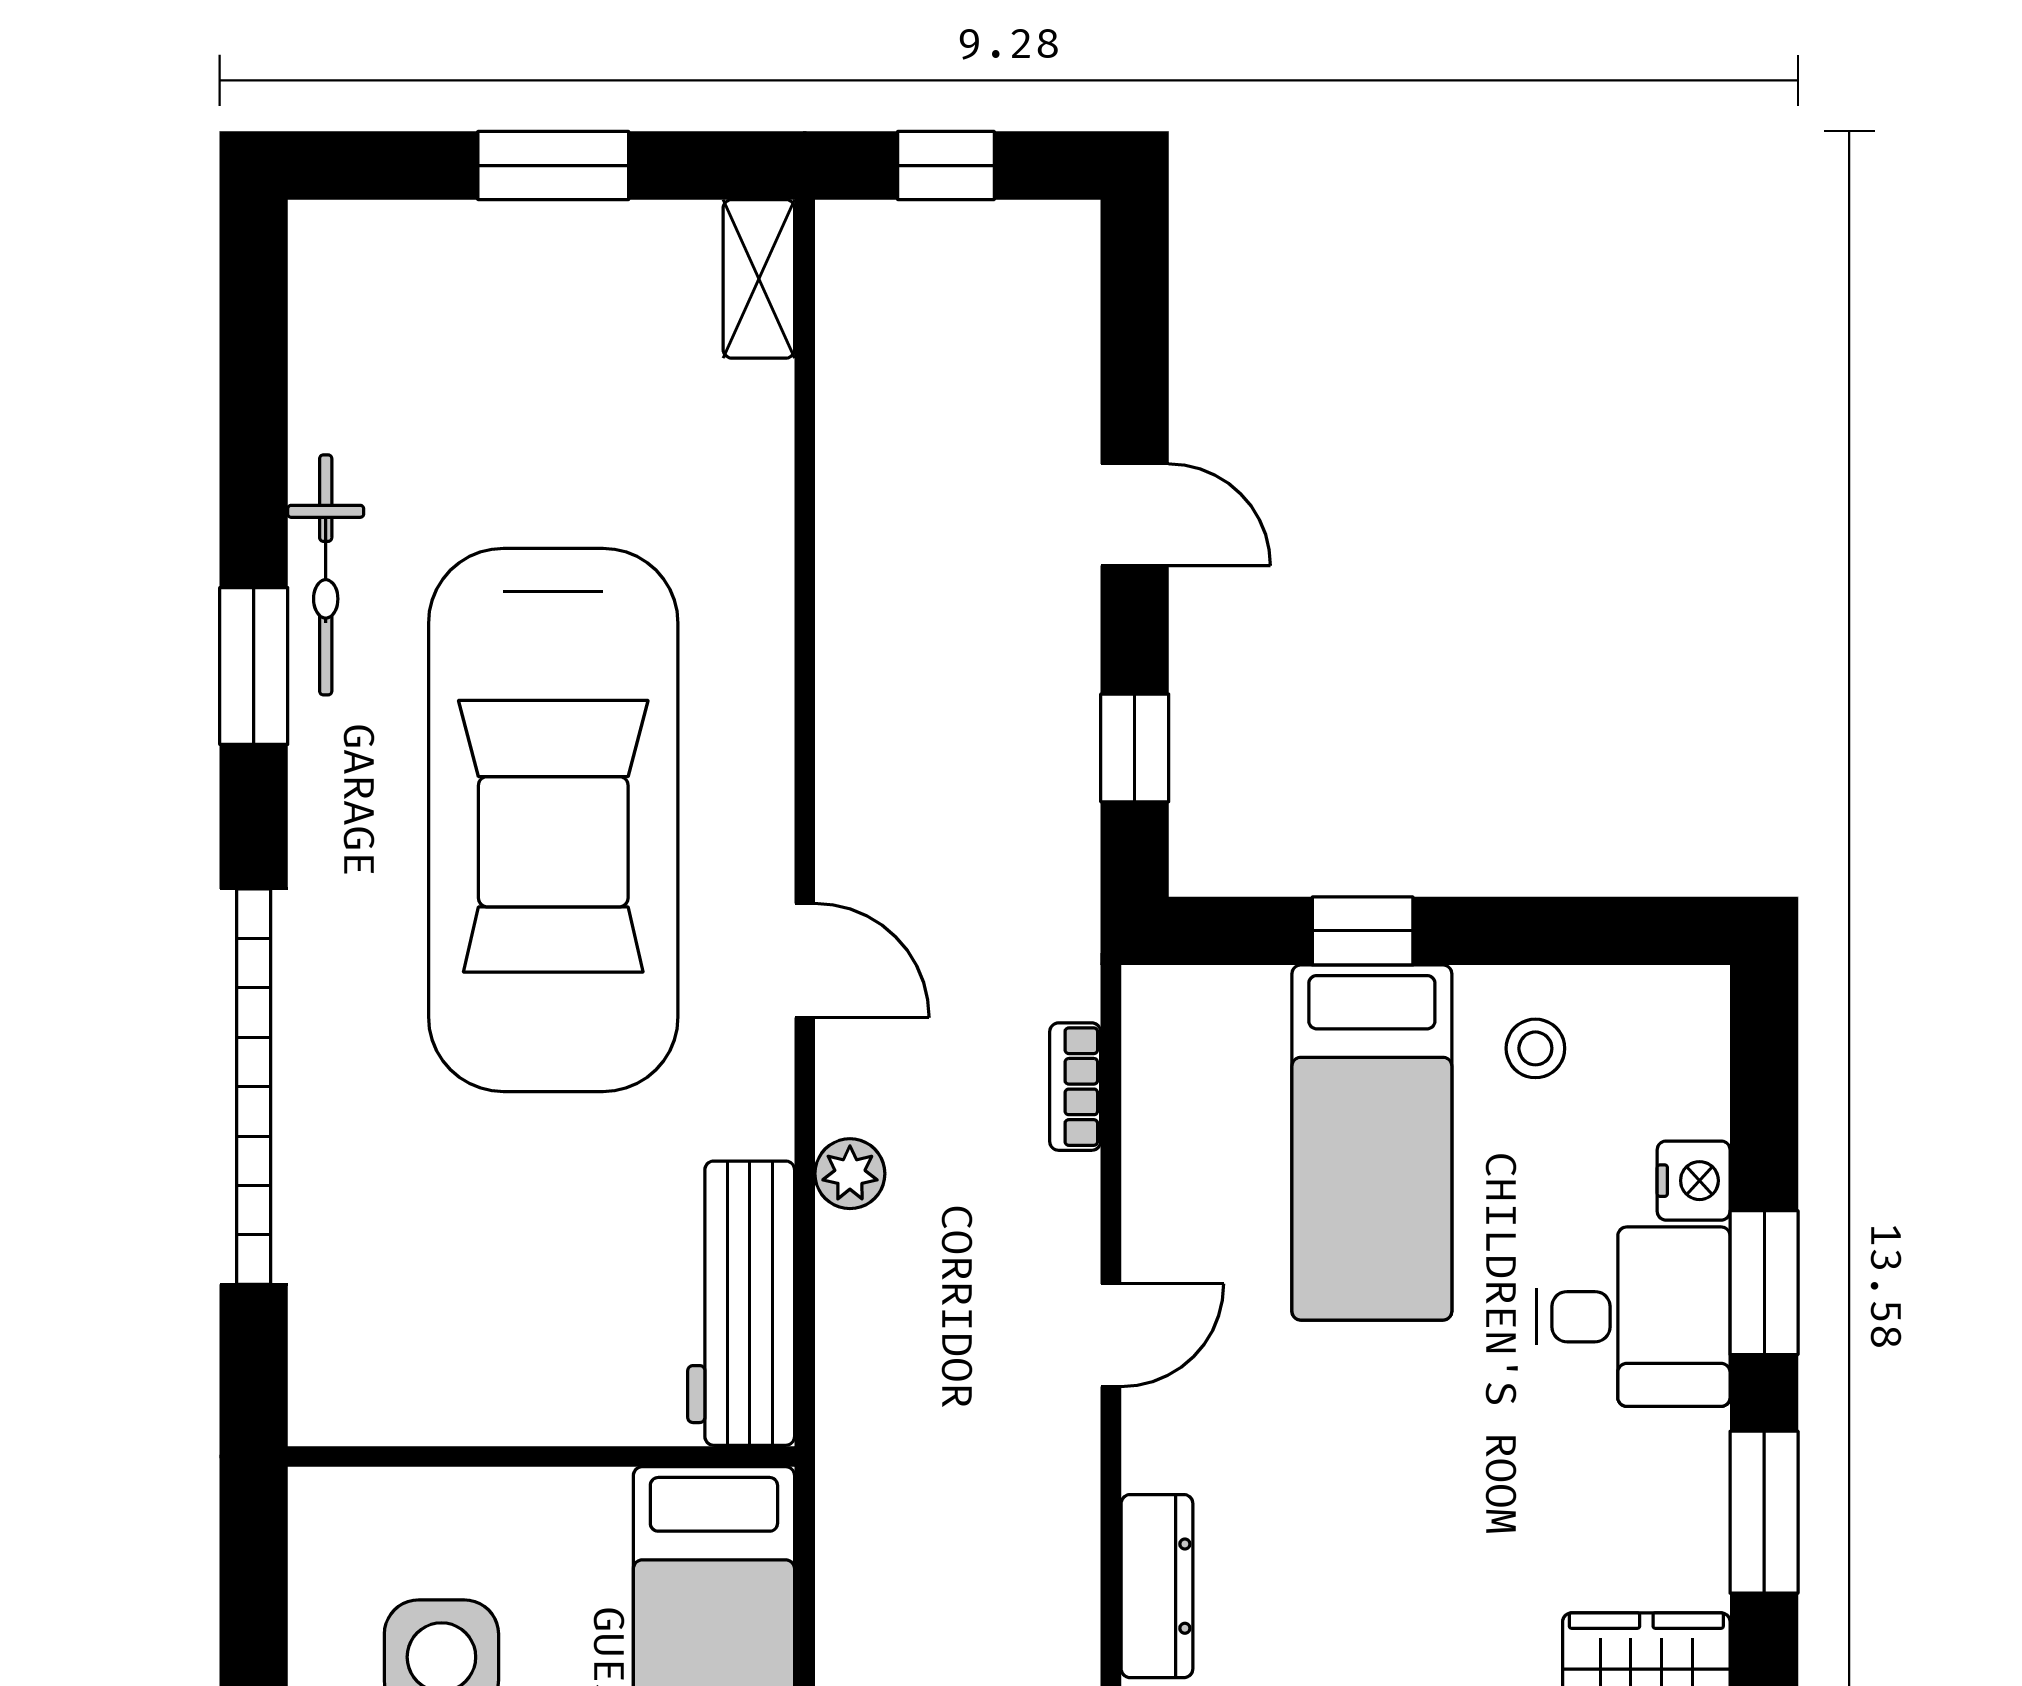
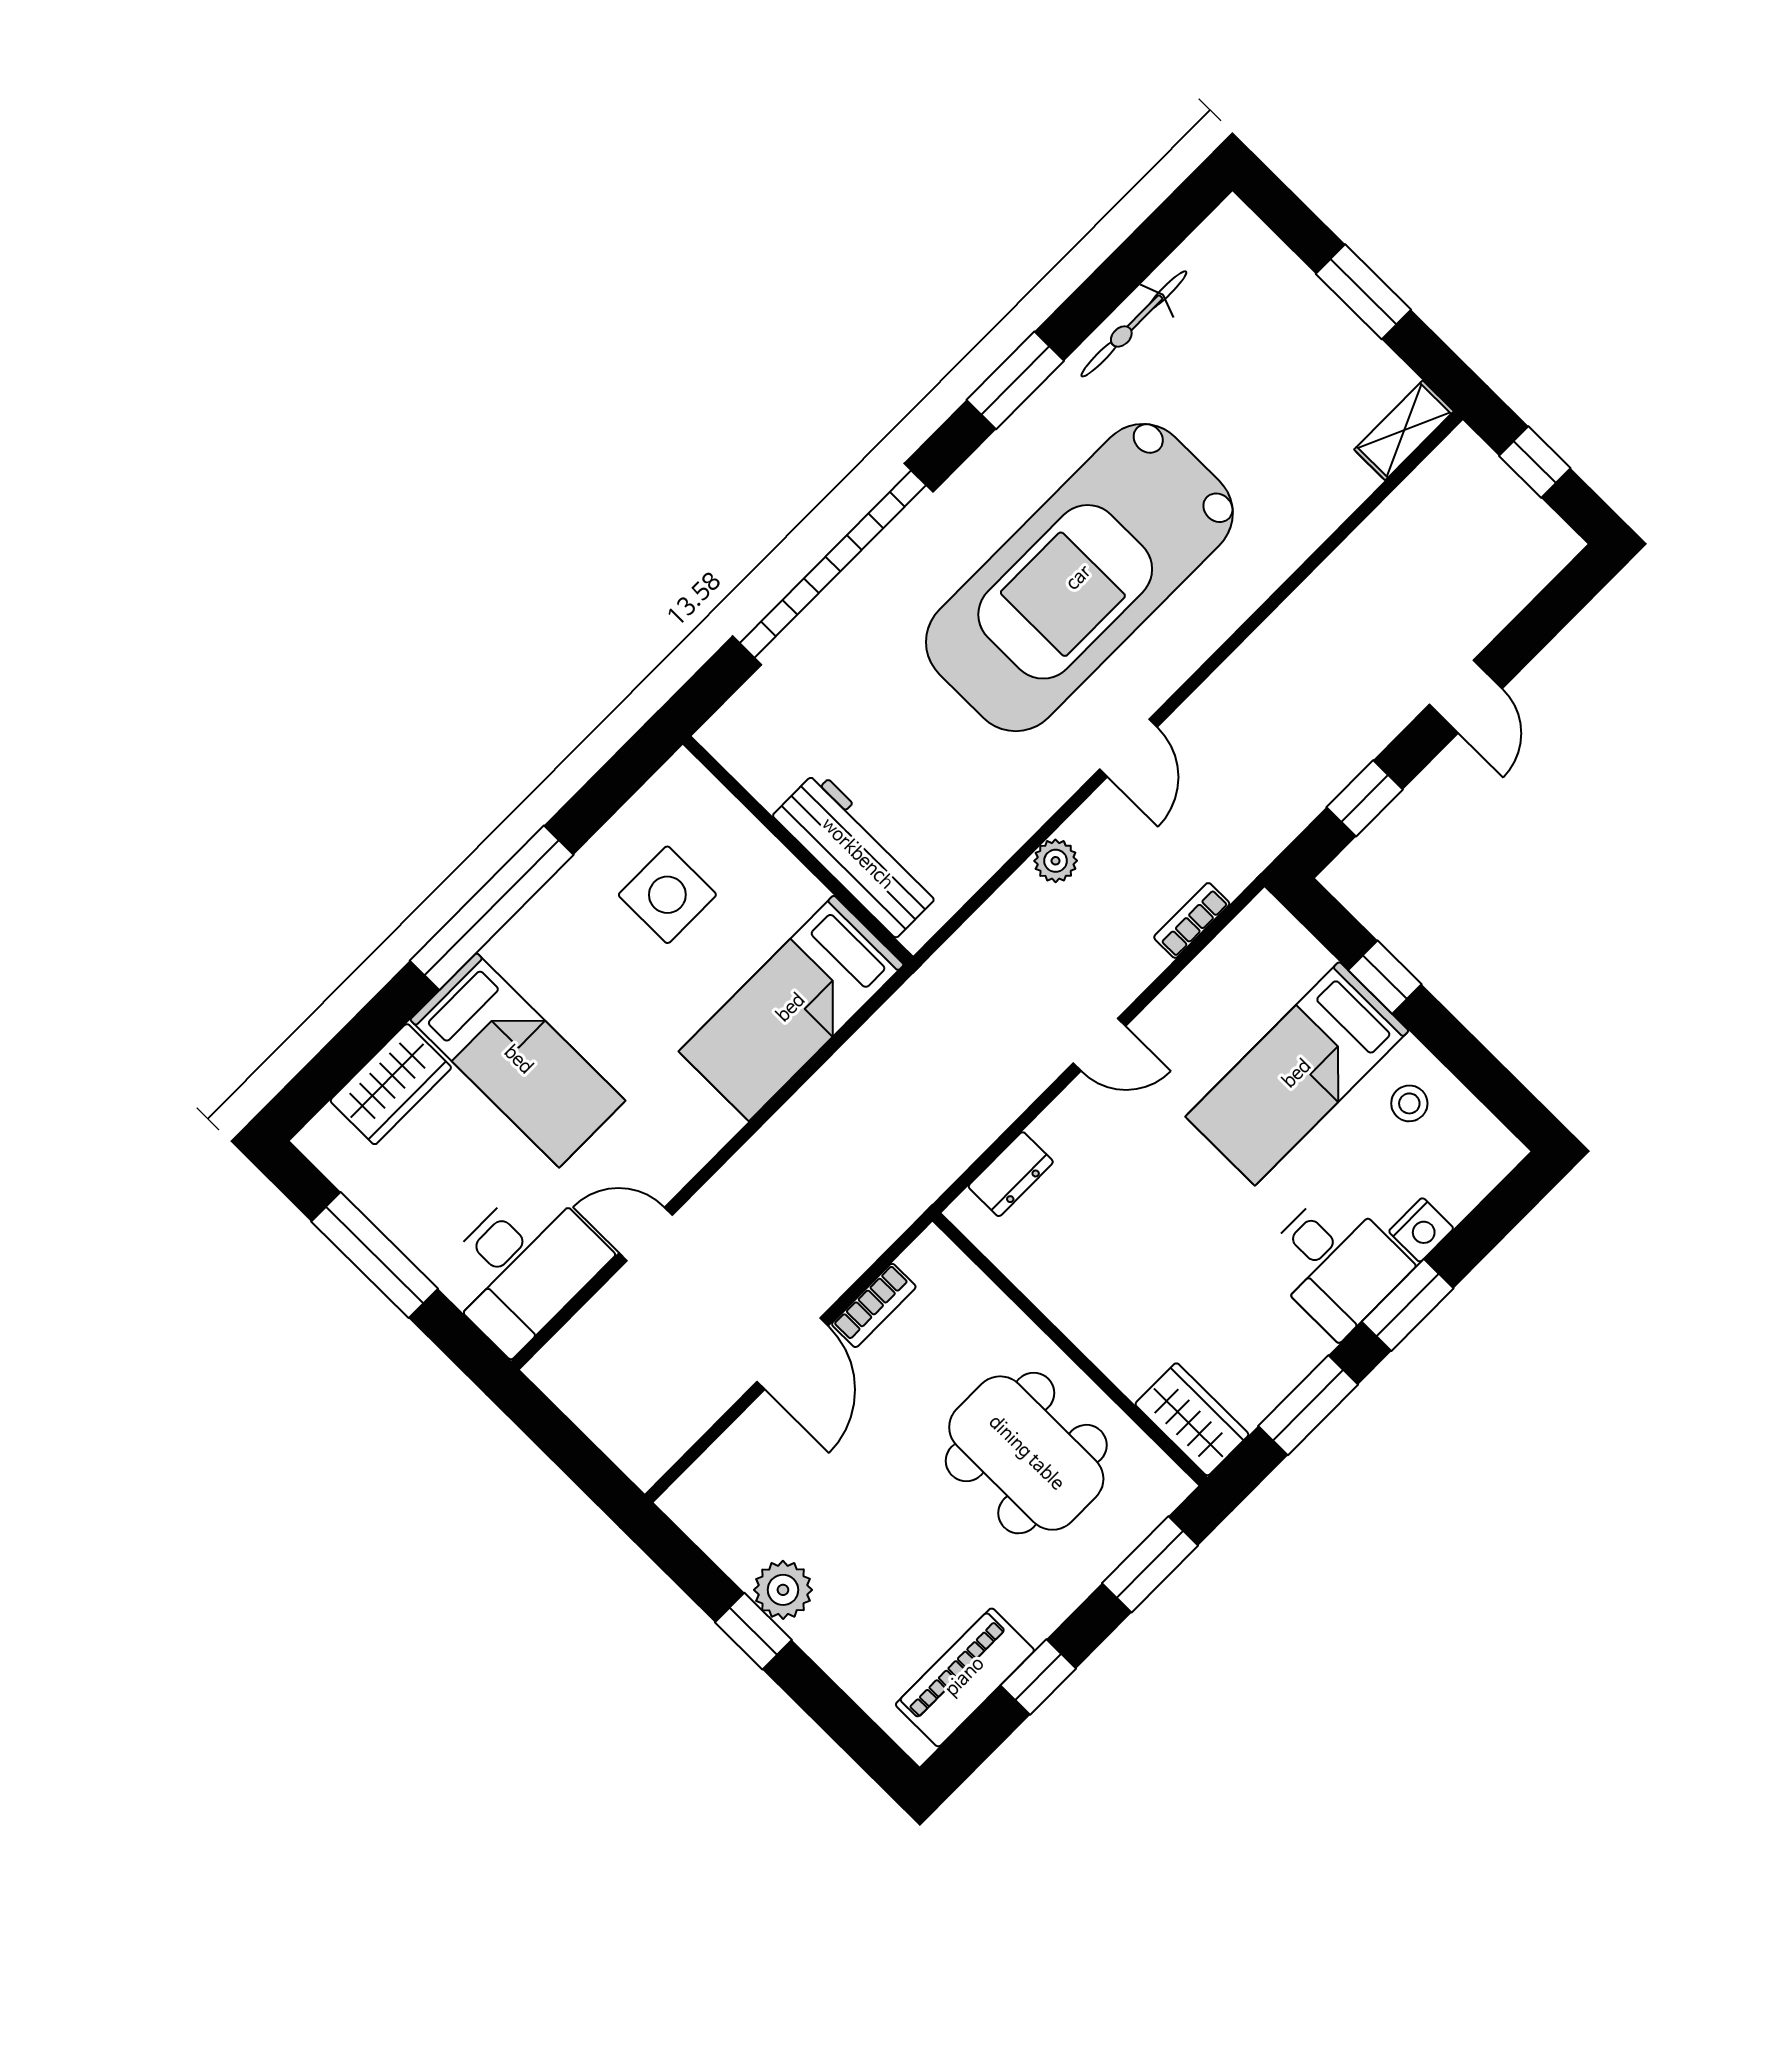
bicycle: (326, 575) -> (1134, 324), moved
workbench: (741, 1303) -> (857, 854), moved, turned 90
dresser: (1157, 1586) -> (1011, 1174), width x0.70

